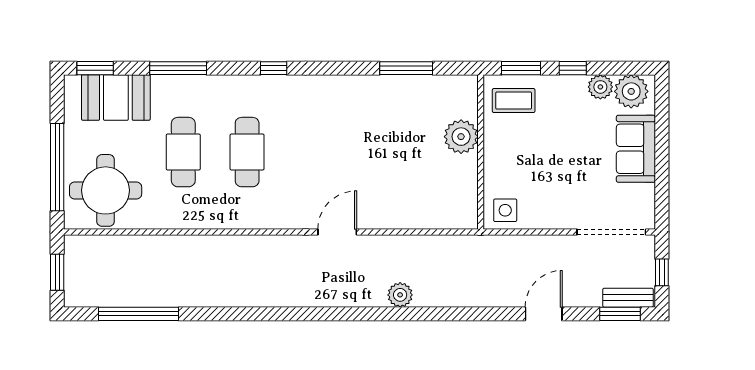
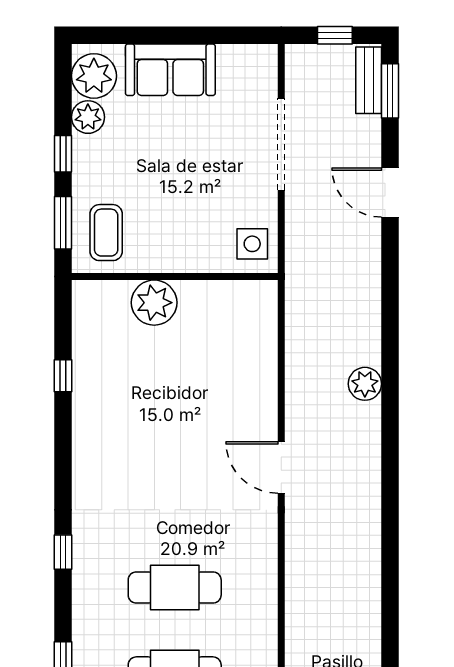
window: (406, 68) -> (63, 376), width x0.46
doorway: (611, 232) -> (281, 144), moved

